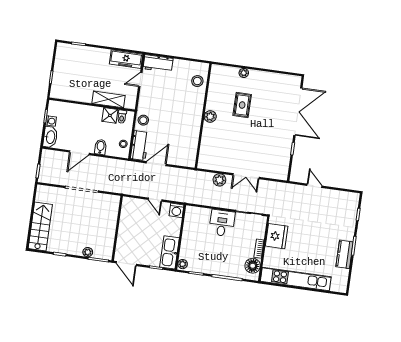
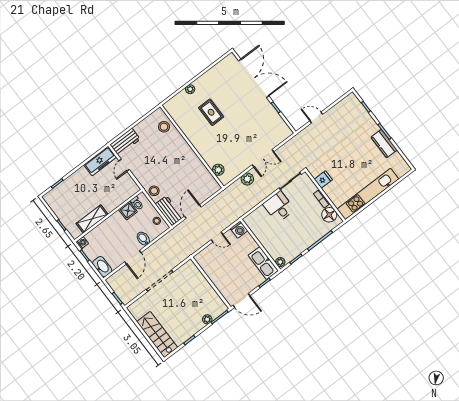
shelving: (109, 99) -> (92, 219), moved
plant: (210, 116) -> (218, 170), moved
washing machine: (51, 121) -> (82, 243), moved
fridge: (277, 236) -> (323, 180), width x0.53, depth x0.75

